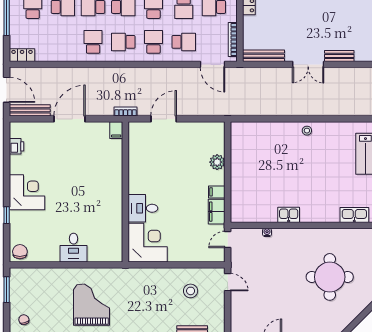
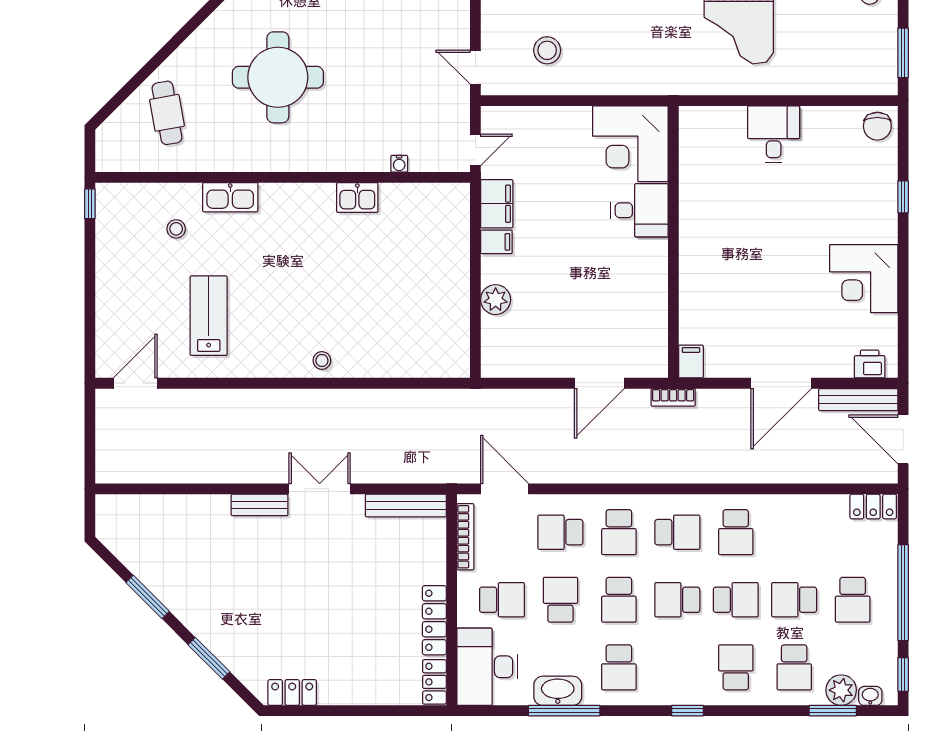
printer: (17, 146) -> (870, 364), moved, turned 90
corner desk: (27, 192) -> (864, 279), moved

